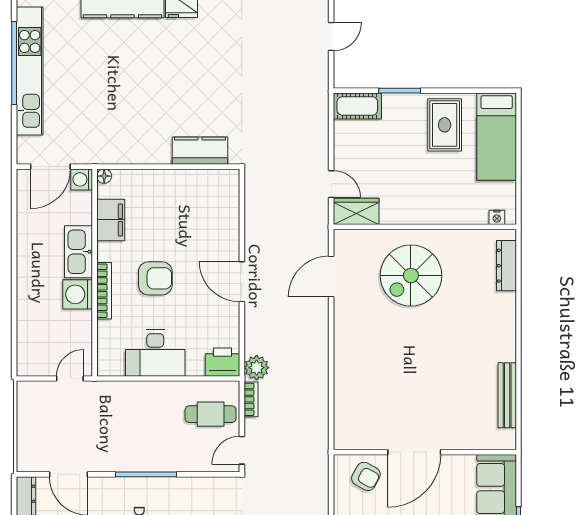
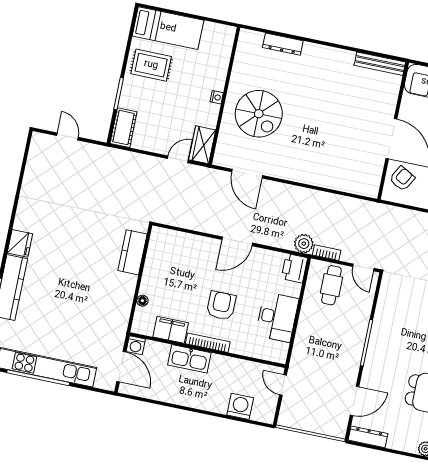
floor lamp: (104, 176) -> (142, 301), moved
nightstand: (497, 217) -> (217, 97), moved
dresser: (506, 266) -> (283, 44), moved
bookcase: (104, 291) -> (208, 343), moved
washing machine: (78, 294) -> (240, 406), moved, turned 180
bench: (507, 395) -> (380, 64), moved

